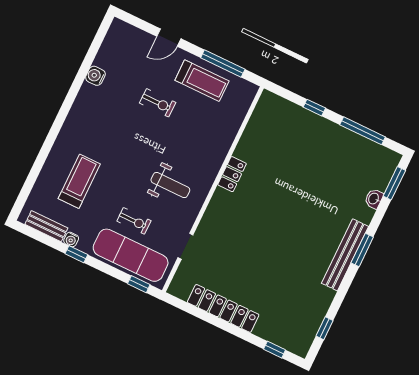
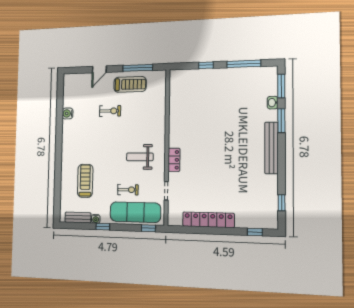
locker: (232, 174) -> (174, 160), moved
weight bench: (170, 185) -> (140, 157), turned 180
window: (362, 250) -> (281, 121), moved

